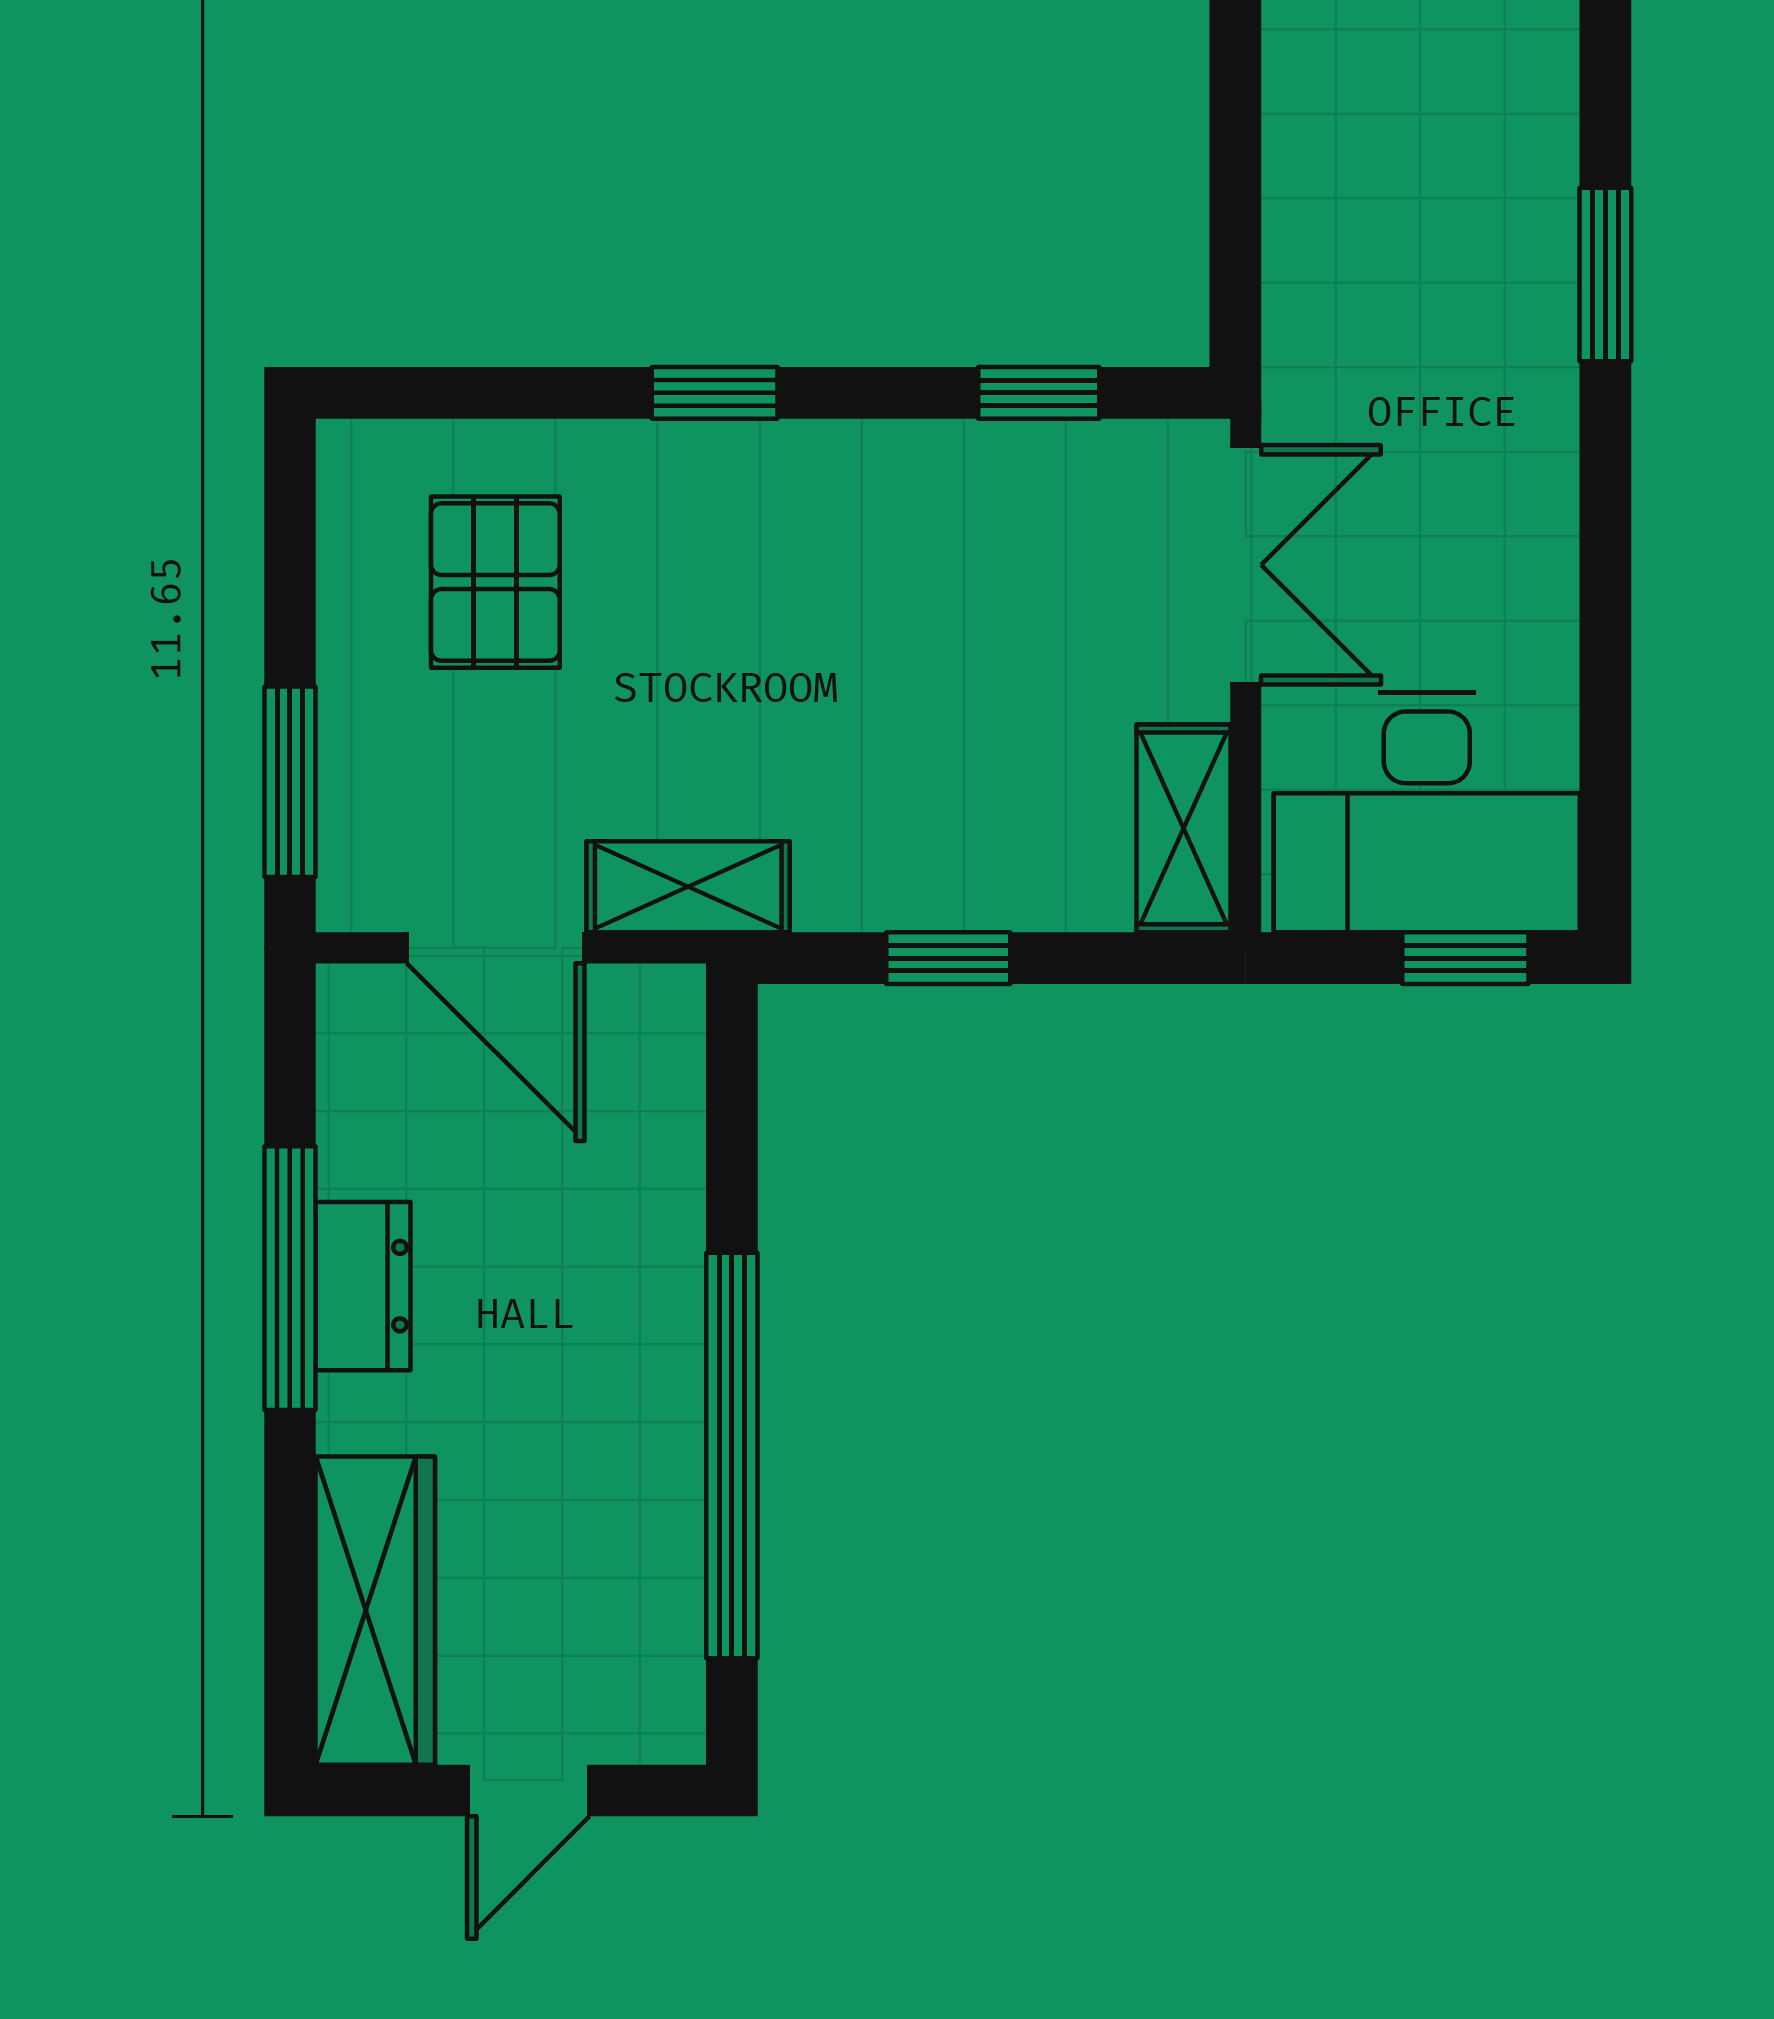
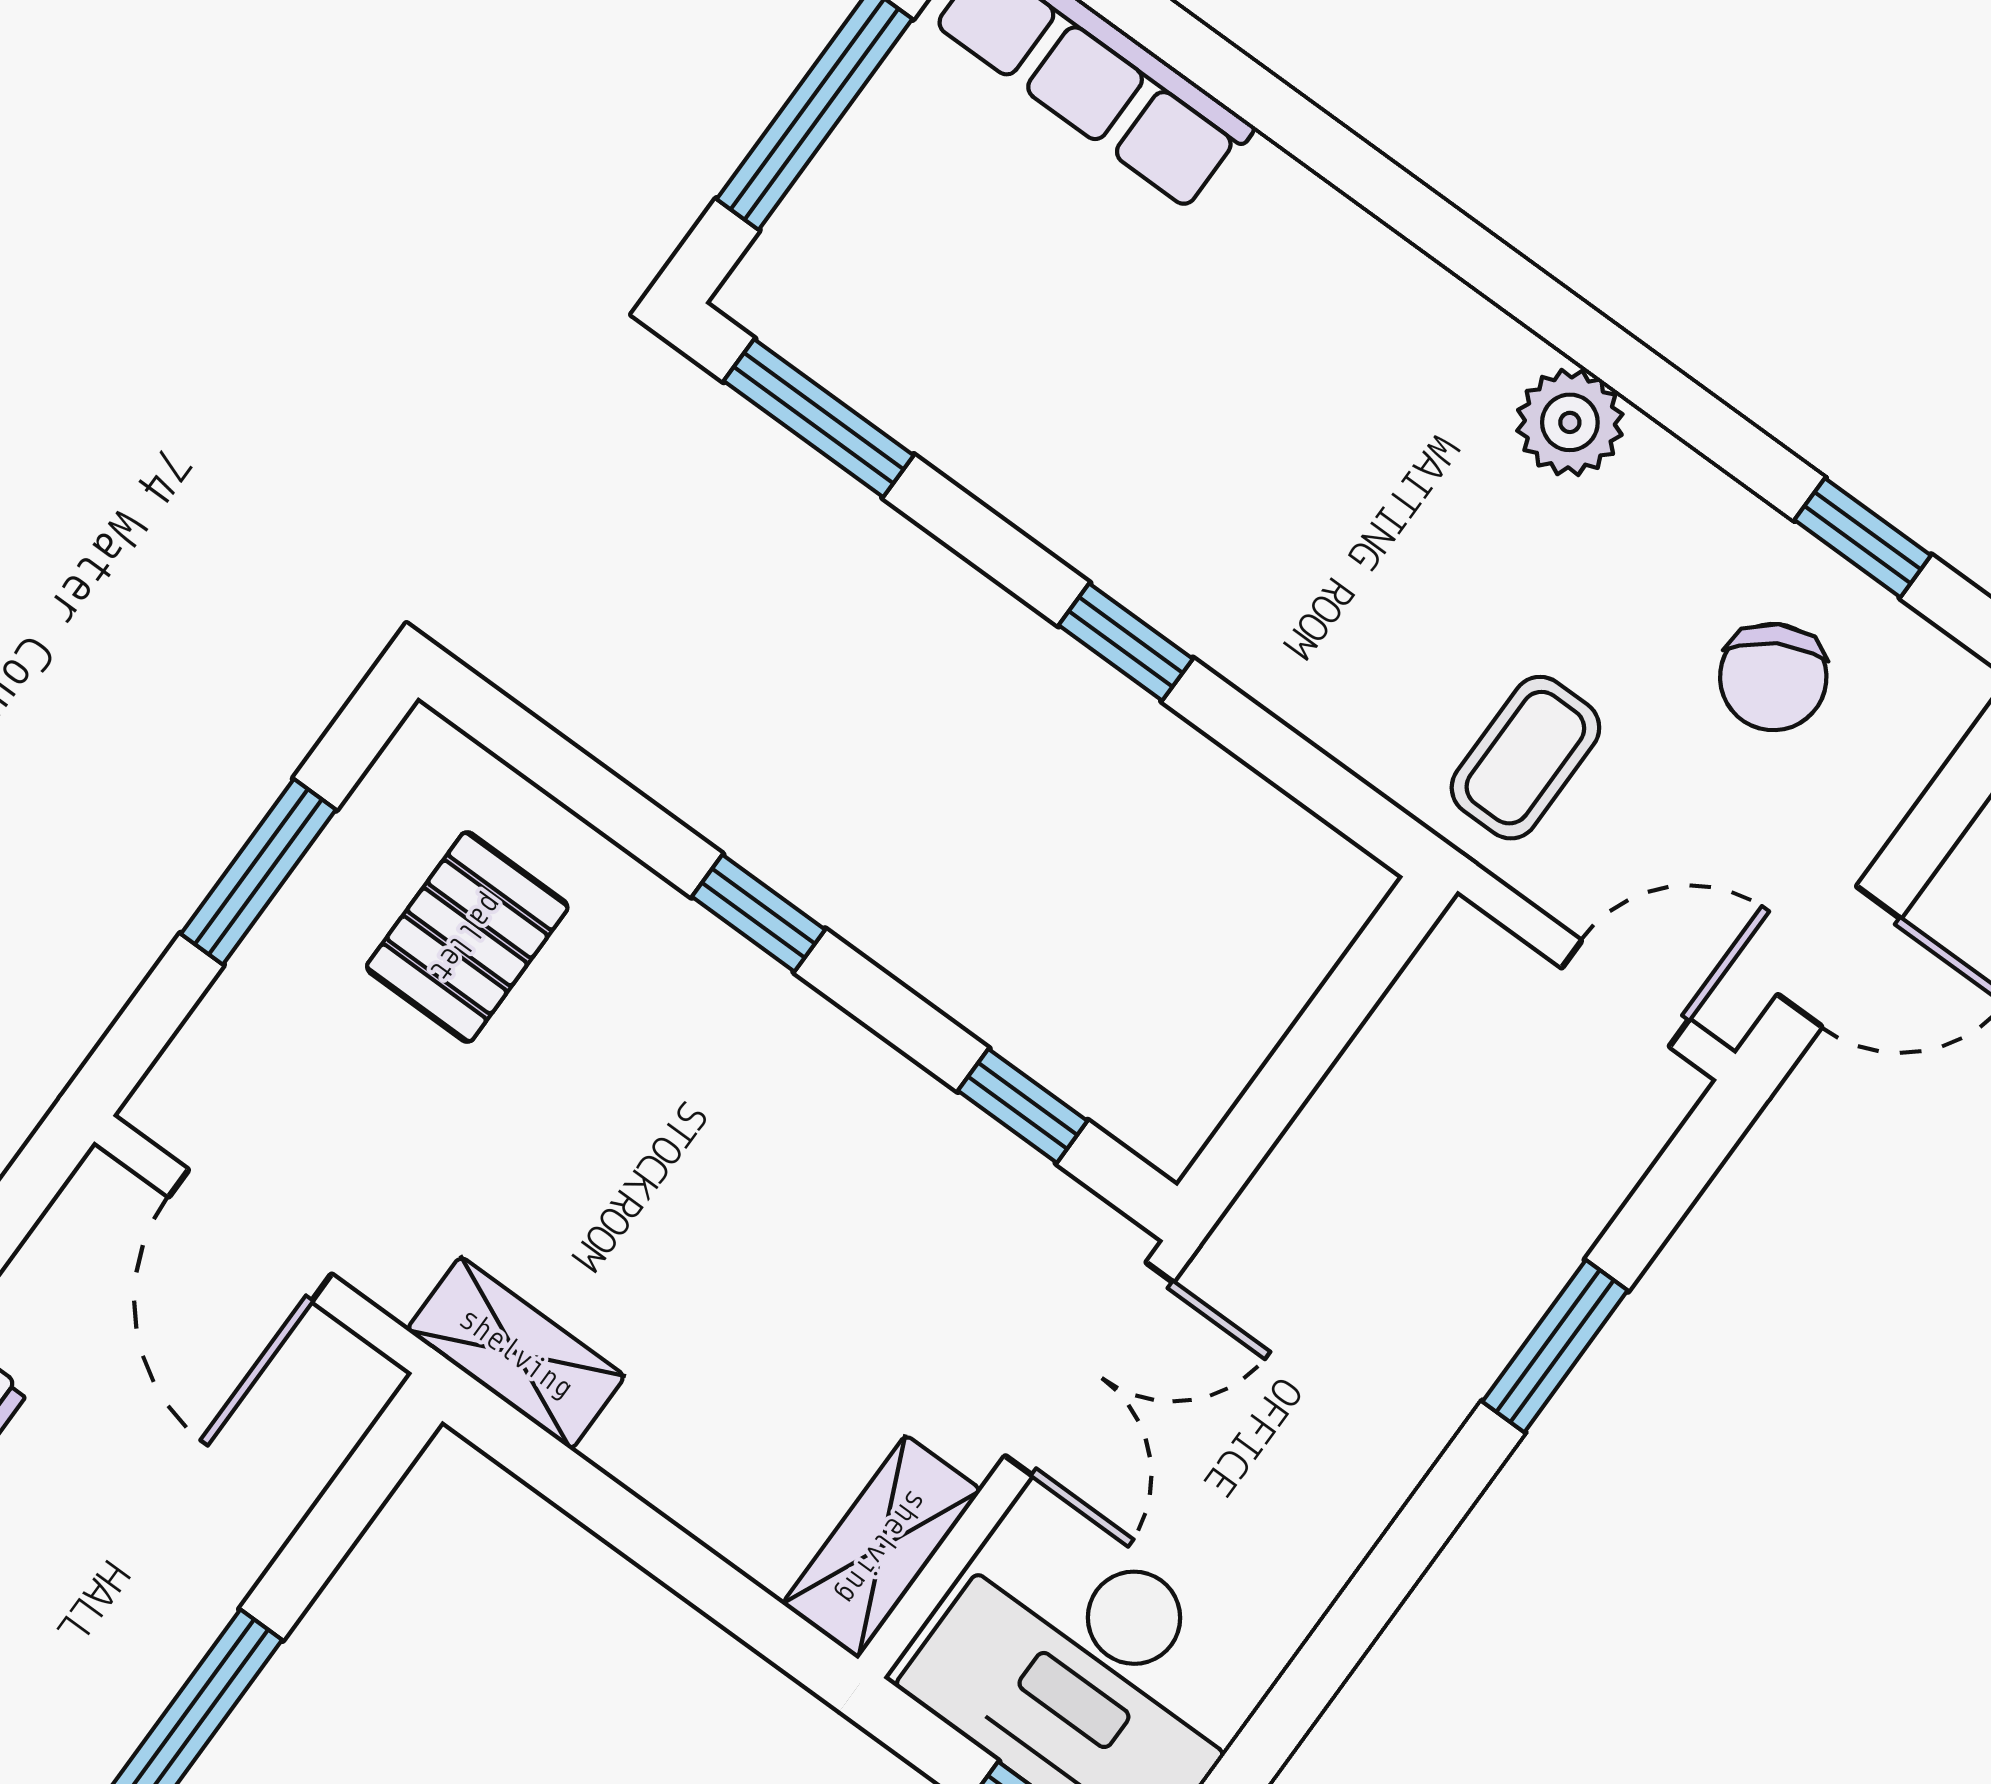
window: (290, 782) -> (258, 872), moved
shelving: (688, 887) -> (516, 1353), moved
window: (948, 958) -> (613, 1513), removed

